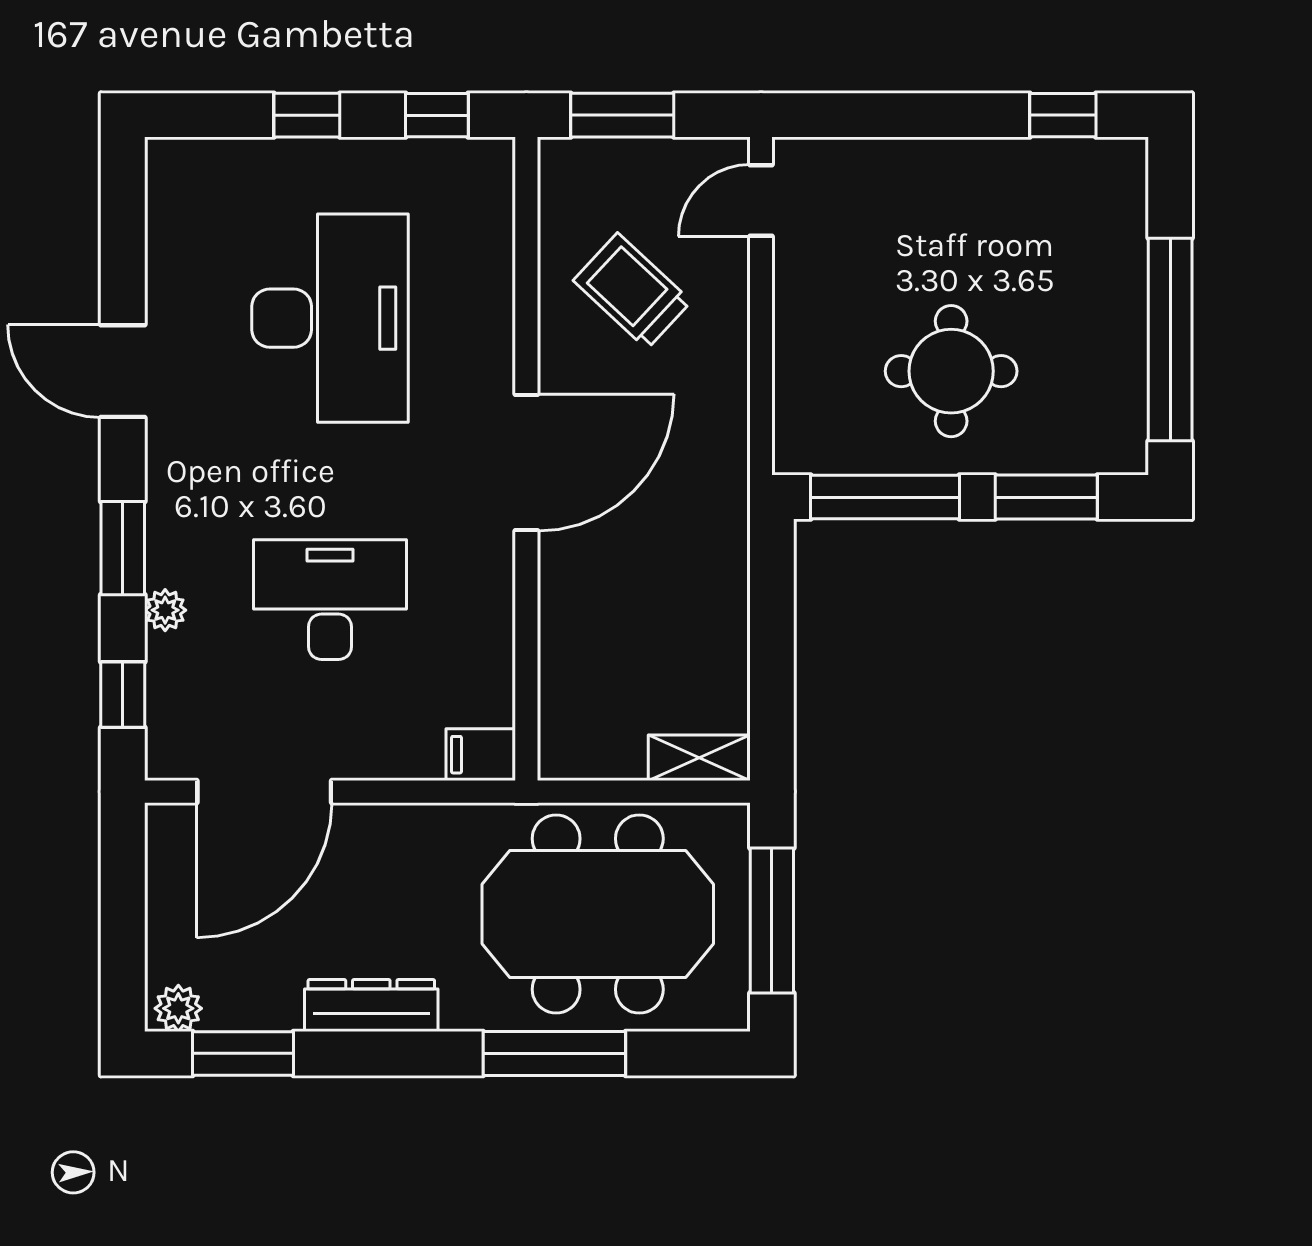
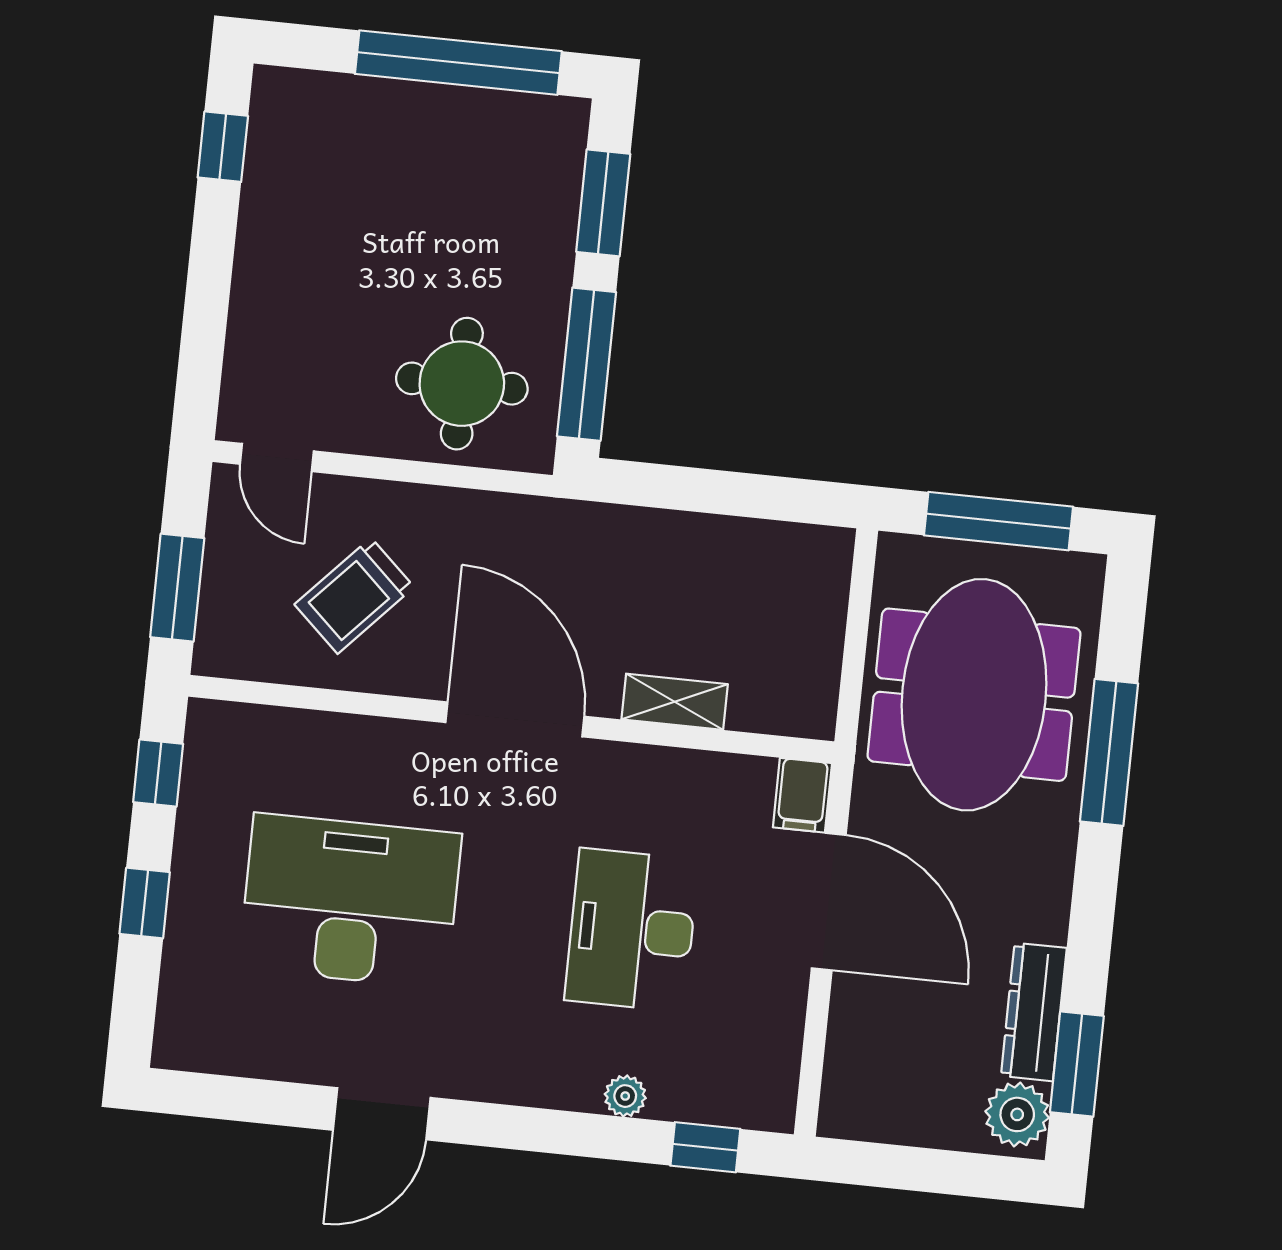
round table: (951, 371) -> (462, 384), moved
window: (123, 548) -> (559, 1132), removed
shelving: (699, 758) -> (675, 702), moved, turned 90
door: (264, 792) -> (829, 902), moved
dresser: (371, 1006) -> (1034, 1012), moved
plant: (178, 1008) -> (1017, 1114), width x1.38, depth x1.38

